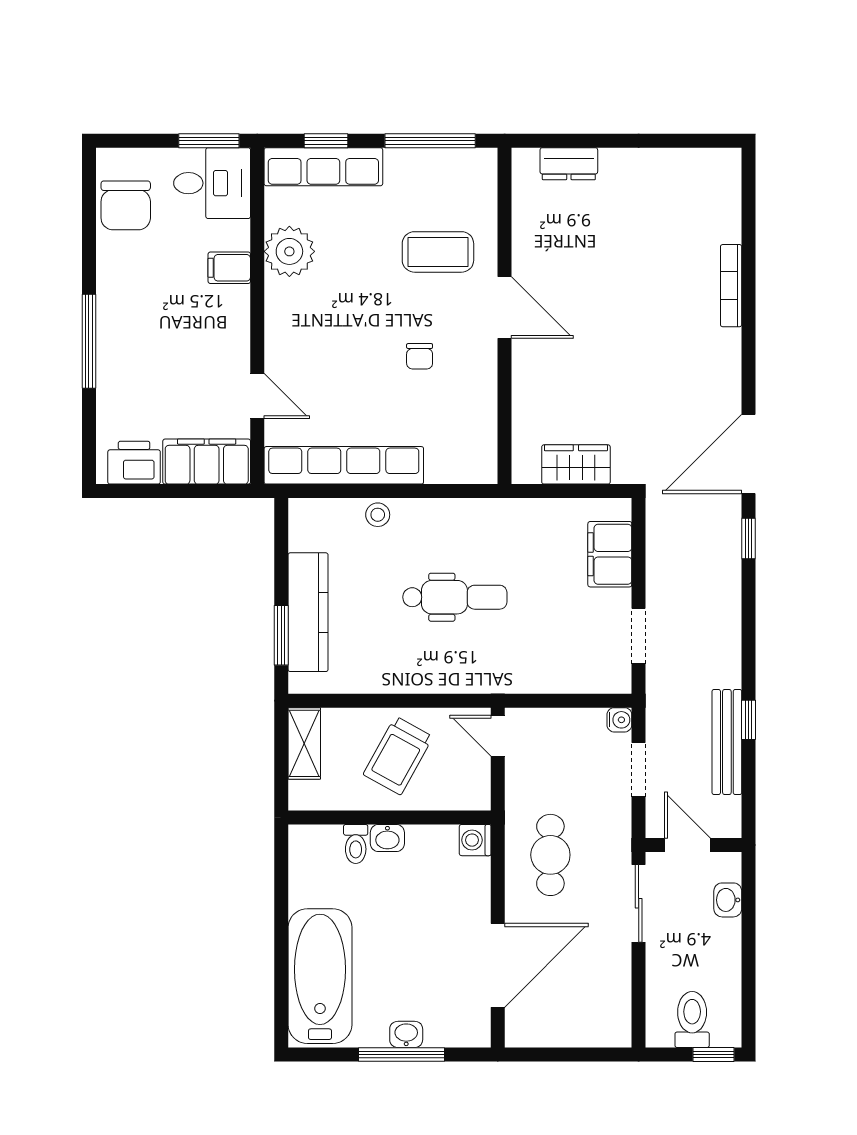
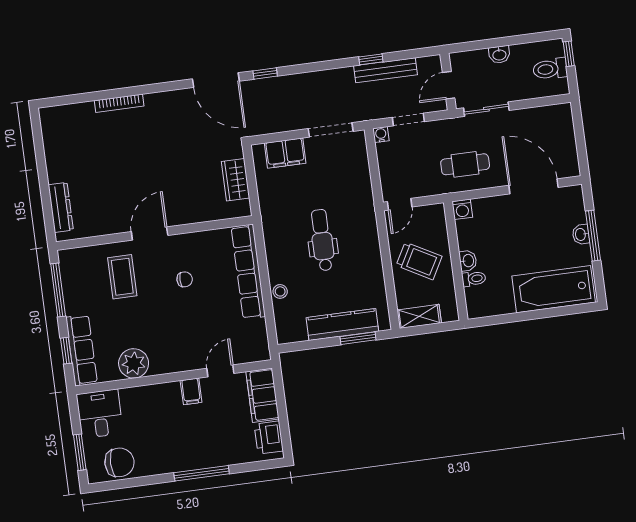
window: (209, 141) -> (80, 452), moved
dresser: (569, 164) -> (61, 207), width x1.44
filing cabinet: (229, 268) -> (191, 391), moved
row of seats: (344, 465) -> (248, 272), moved
doorway: (639, 636) -> (331, 130), width x1.38
washbasin: (728, 900) -> (499, 55), moved

